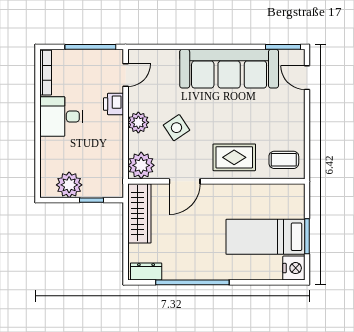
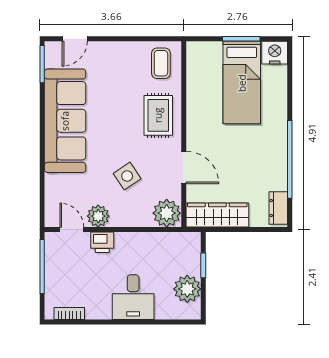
bookcase: (46, 73) -> (69, 314), width x0.64
desk: (61, 117) -> (133, 297), moved
plant: (138, 122) -> (98, 216), moved

